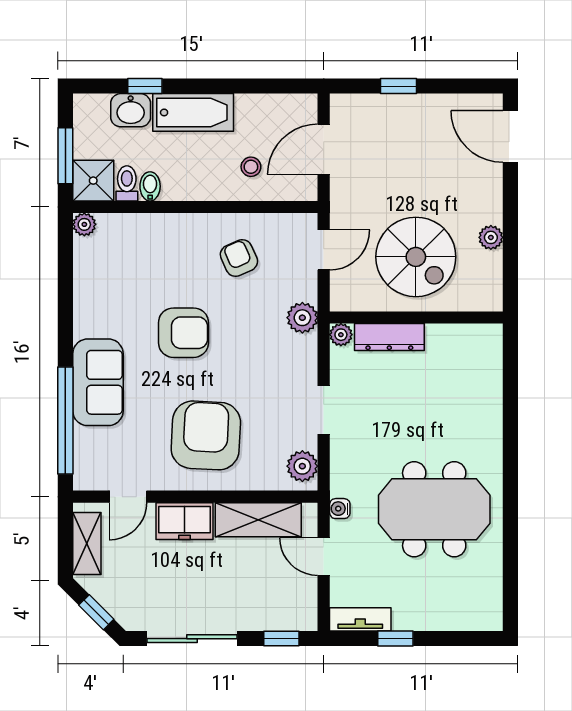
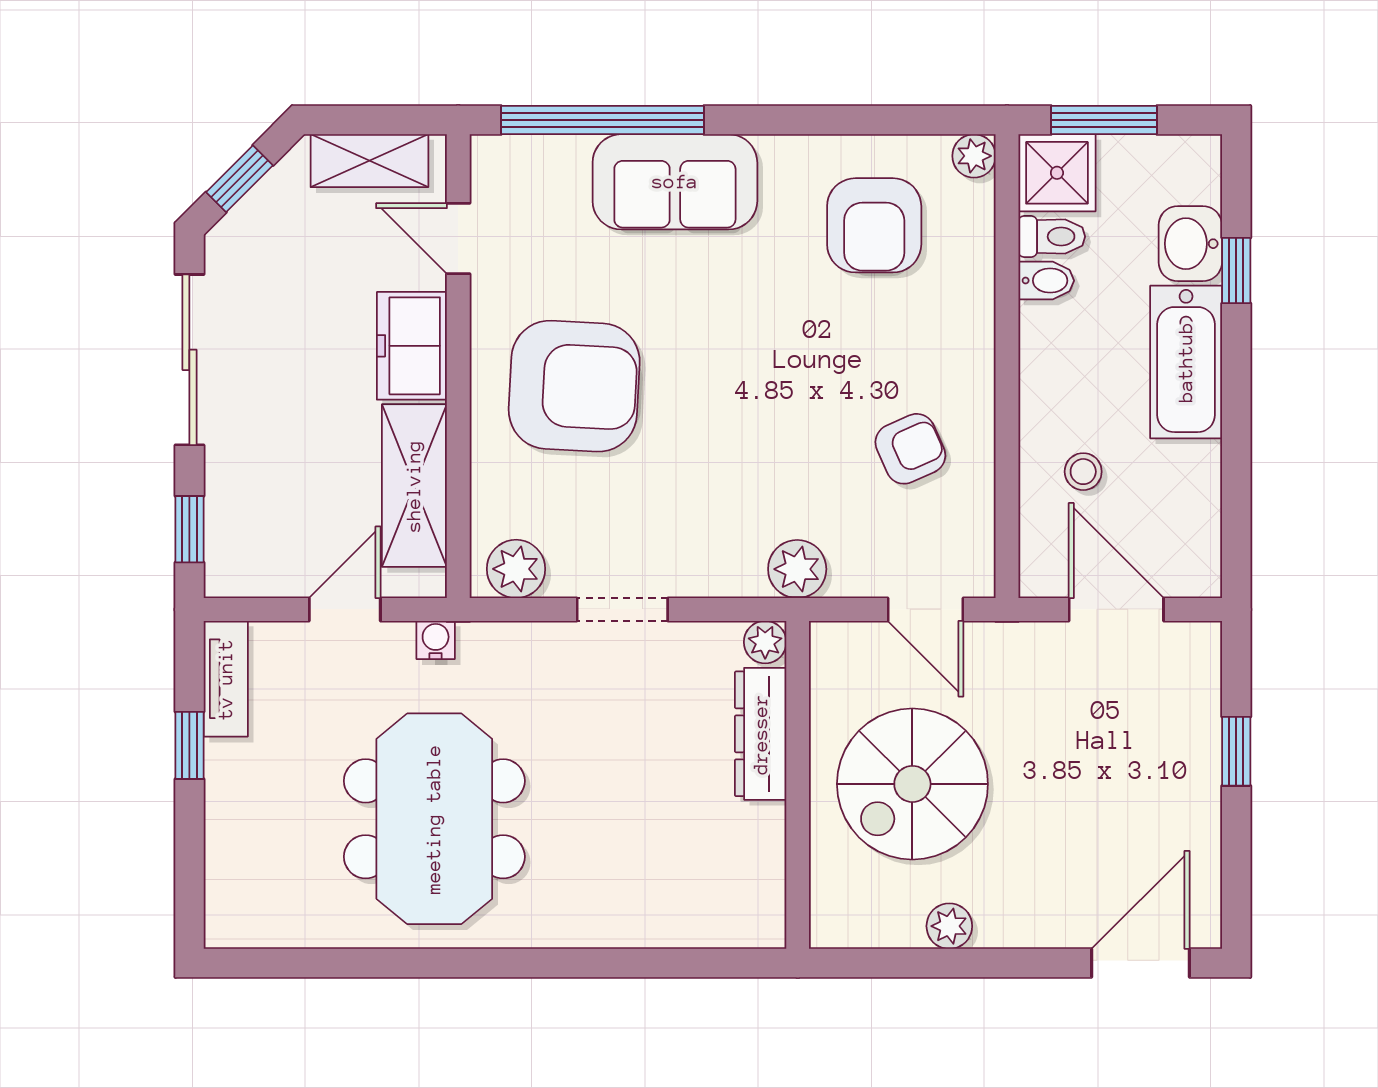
armchair: (183, 333) -> (874, 225), moved

